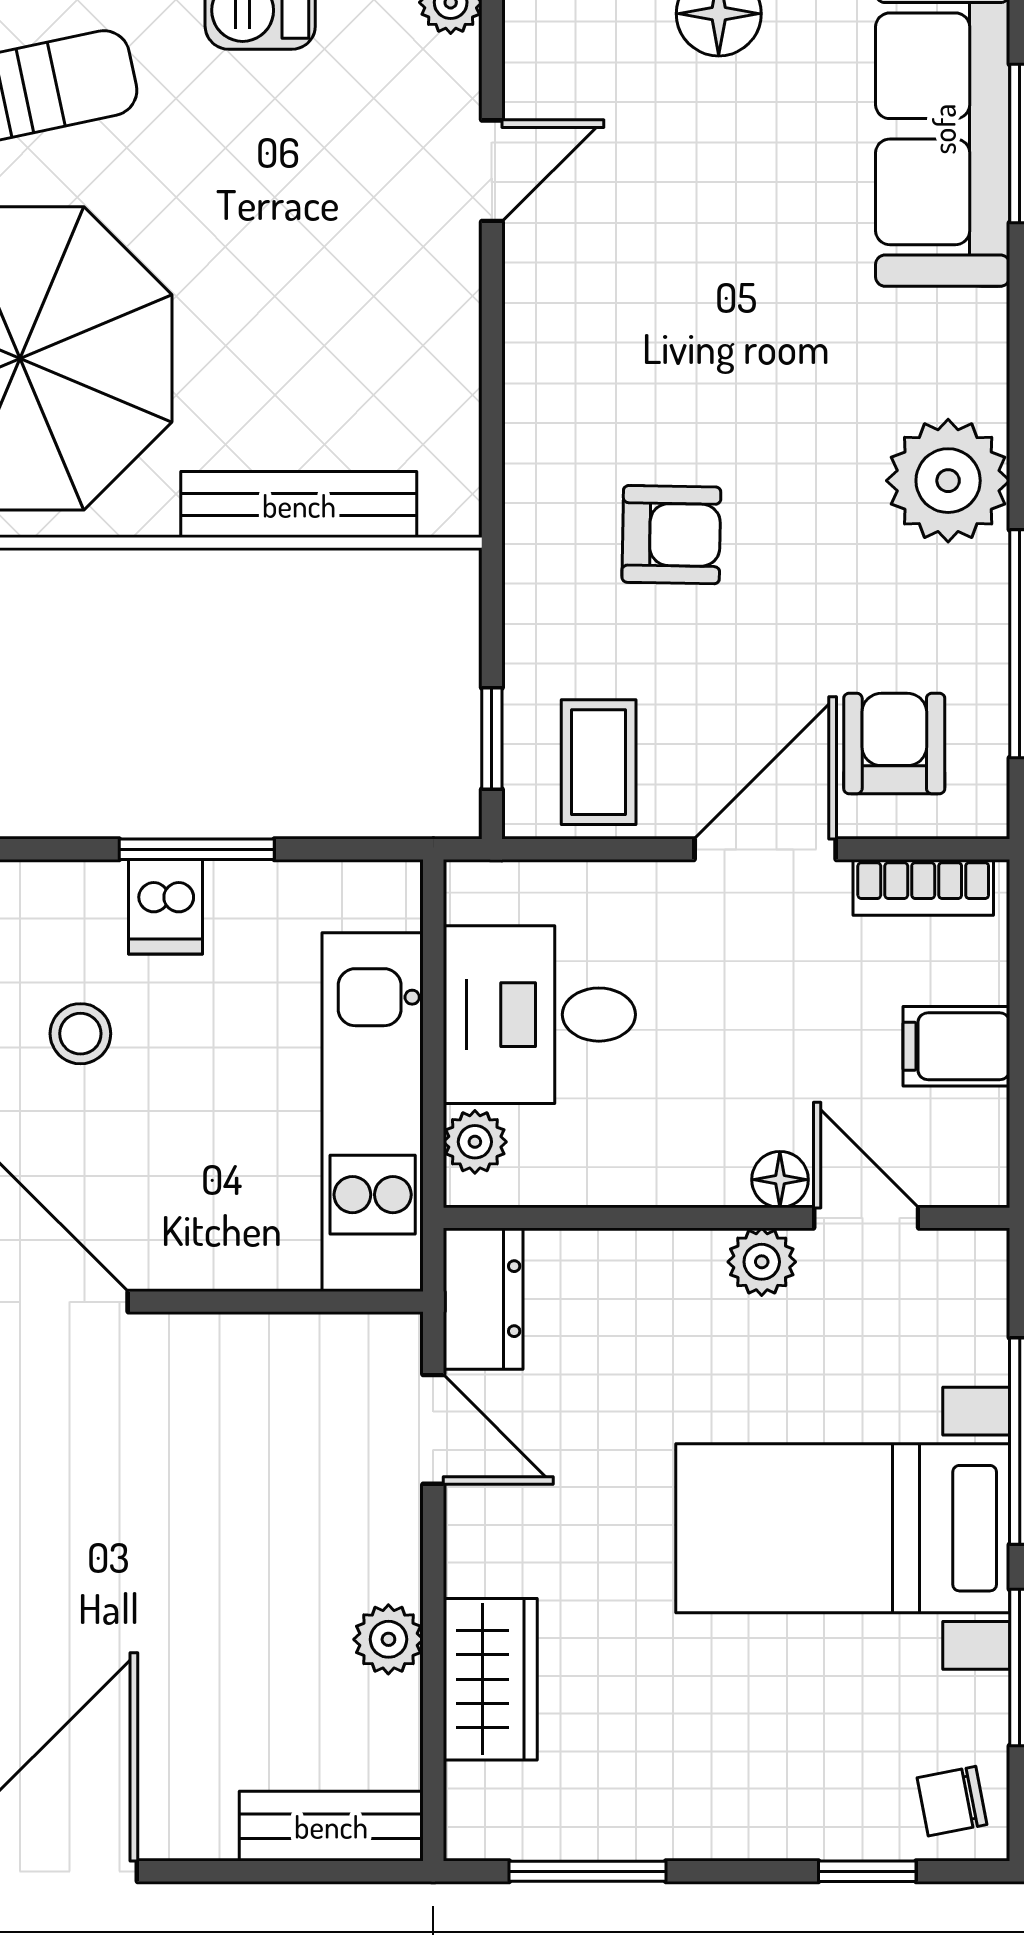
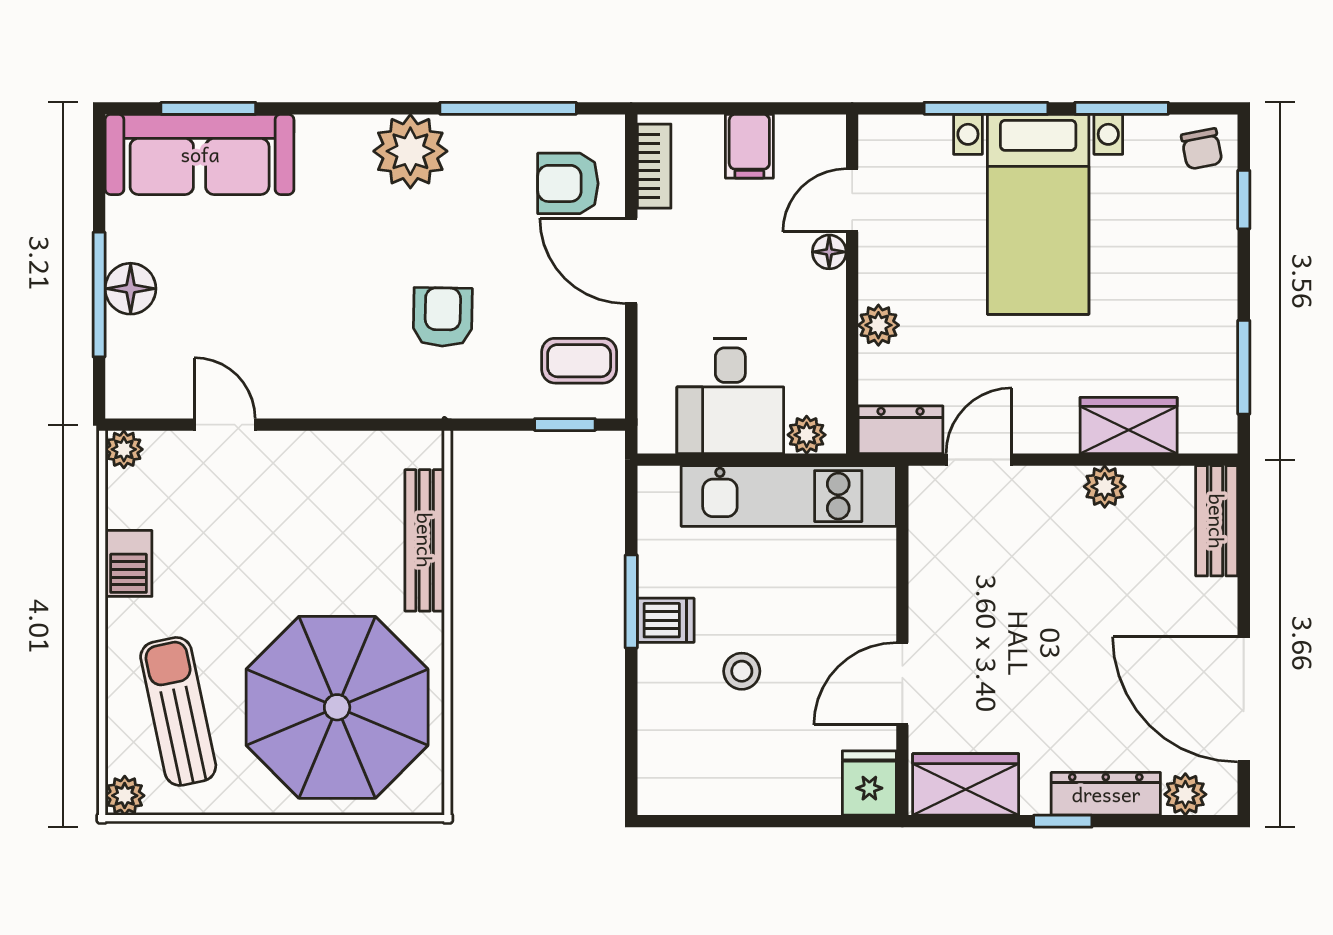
plant: (762, 1262) -> (878, 325), moved

